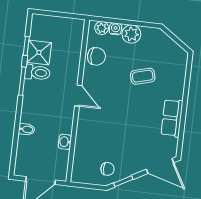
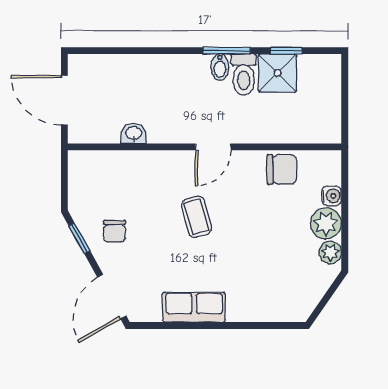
plant: (102, 28) -> (330, 252), moved
chair: (96, 56) -> (282, 169), turned -90
coffee table: (143, 76) -> (197, 217), moved
bidet: (27, 129) -> (220, 67), moved
chair: (107, 169) -> (114, 231), moved

